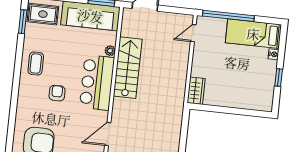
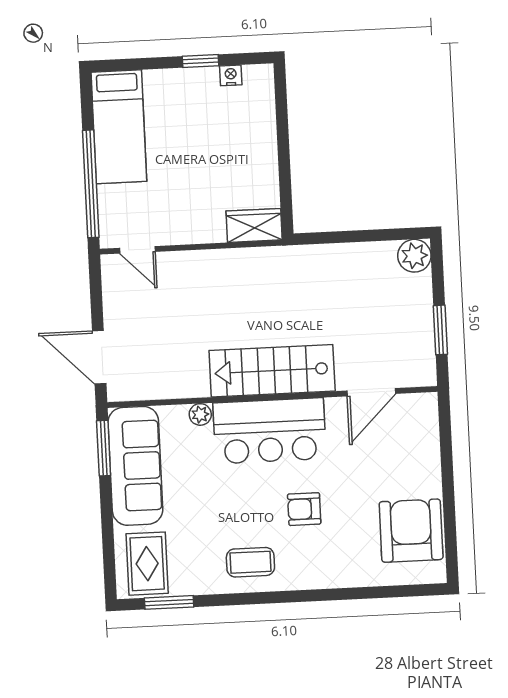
nightstand: (273, 54) -> (231, 75), moved
stairs: (128, 68) -> (272, 371), moved
door: (108, 134) -> (371, 392), hinge flipped

